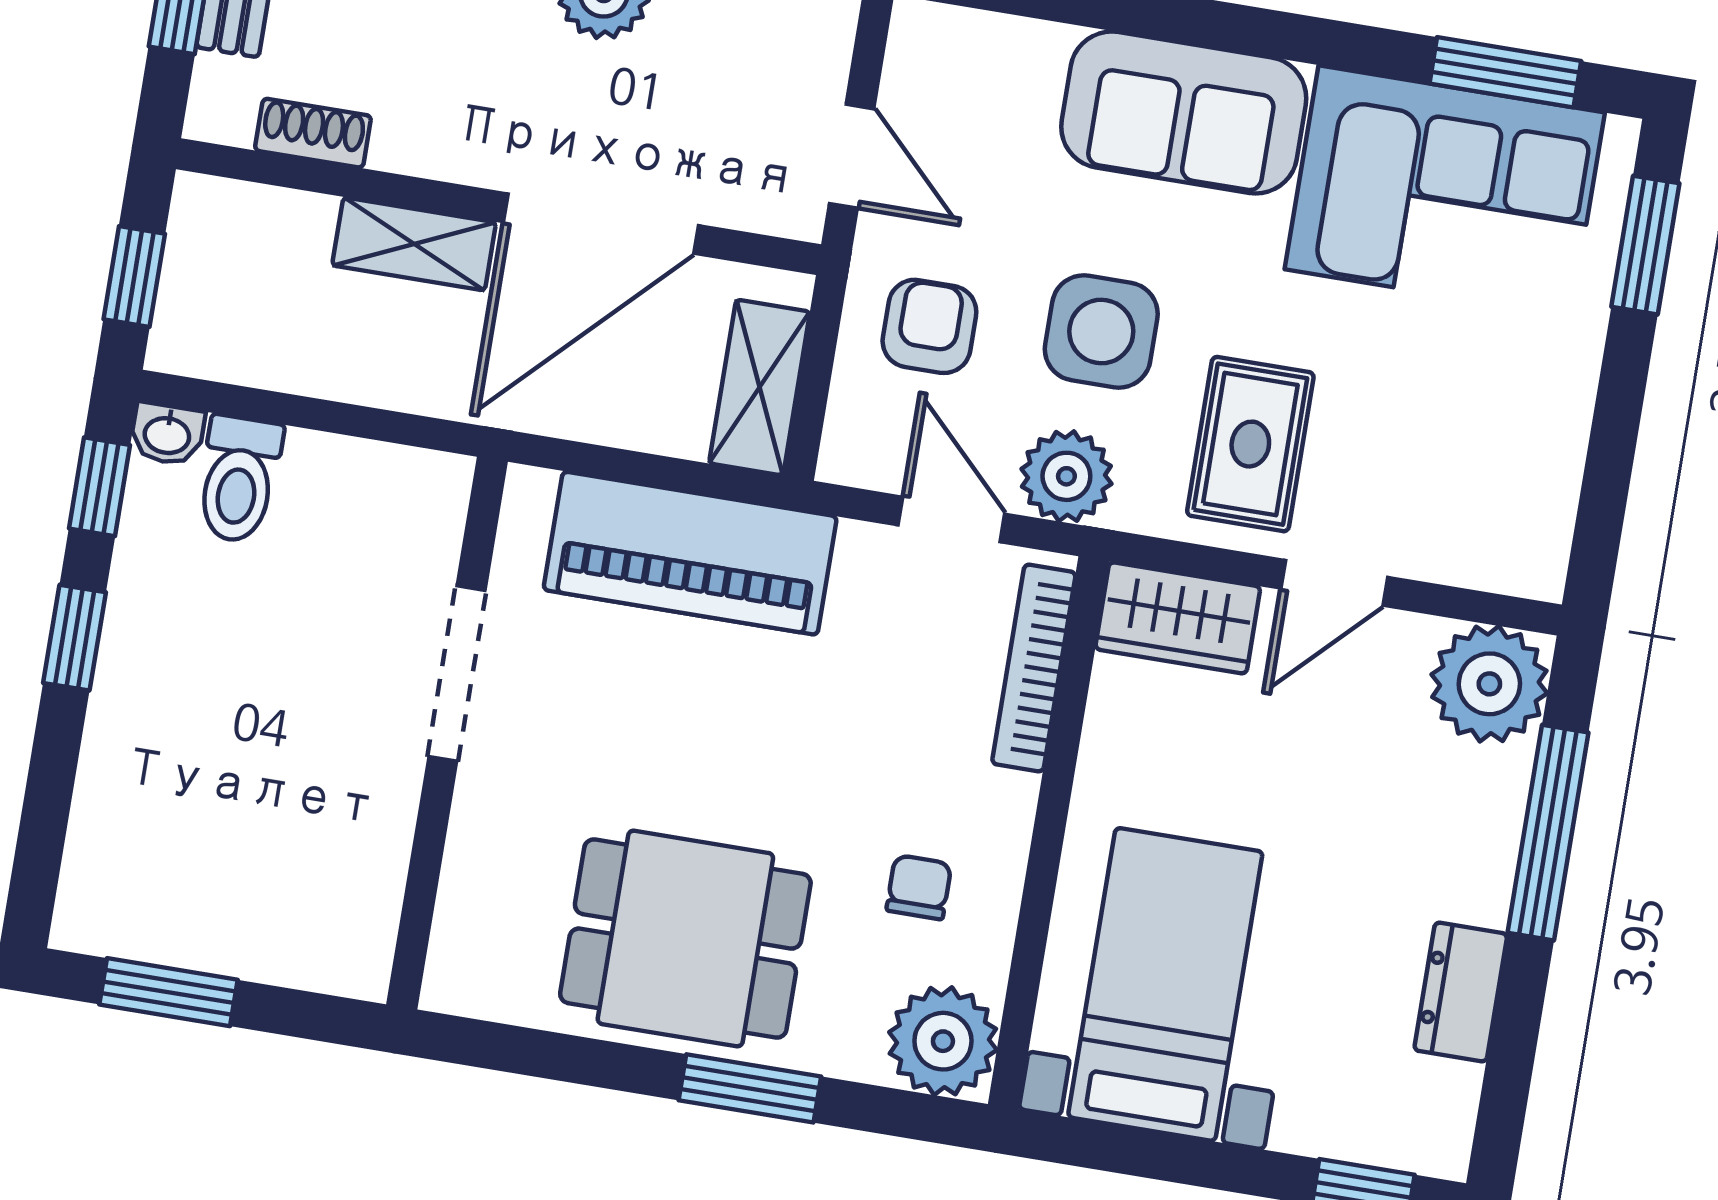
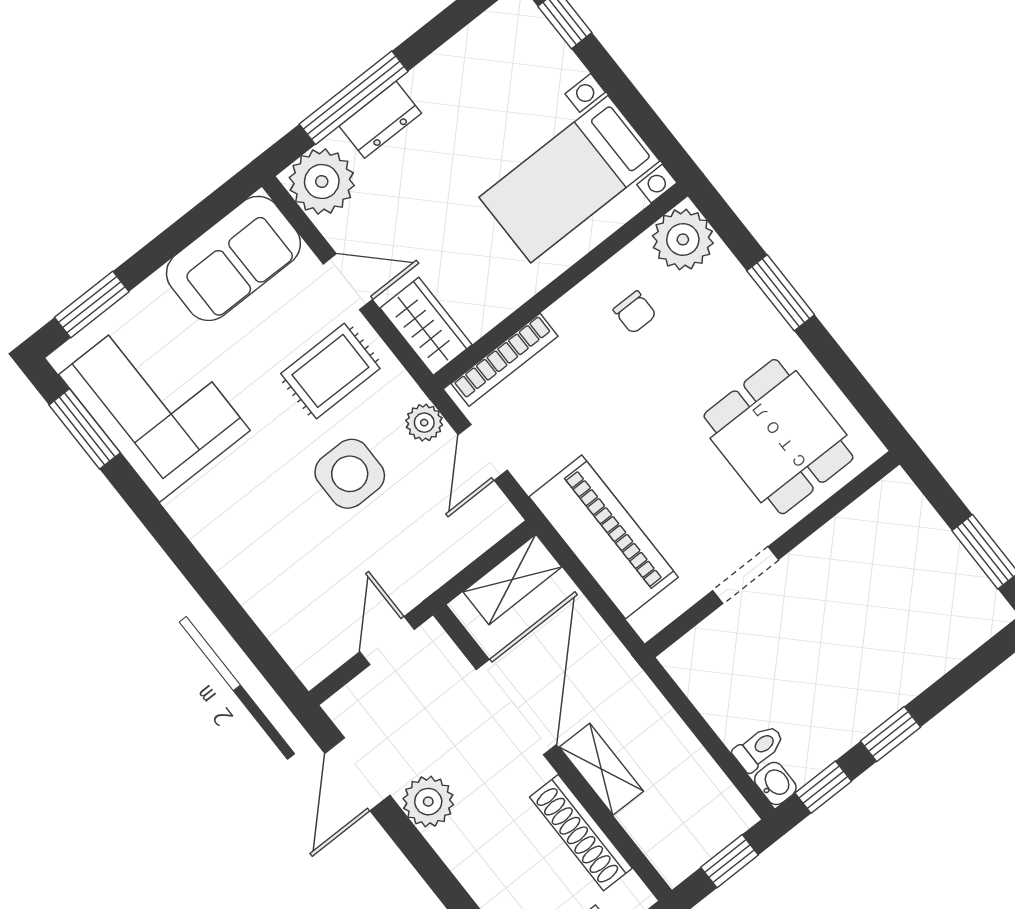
sofa: (1184, 112) -> (233, 258), moved, turned 90
shoe rack: (313, 133) -> (581, 833), width x1.94, depth x1.24
door: (601, 224) -> (516, 707), hinge flipped
armchair: (929, 326) -> (419, 541), removed
plant: (1066, 476) -> (424, 423), width x0.73, depth x0.73
toilet: (239, 479) -> (759, 748), width x0.73, depth x0.72
doorway: (457, 674) -> (746, 575), width x0.73
chair: (919, 887) -> (635, 312), turned -90
dining table: (685, 939) -> (778, 437), moved
dresser: (1461, 992) -> (380, 120), moved

